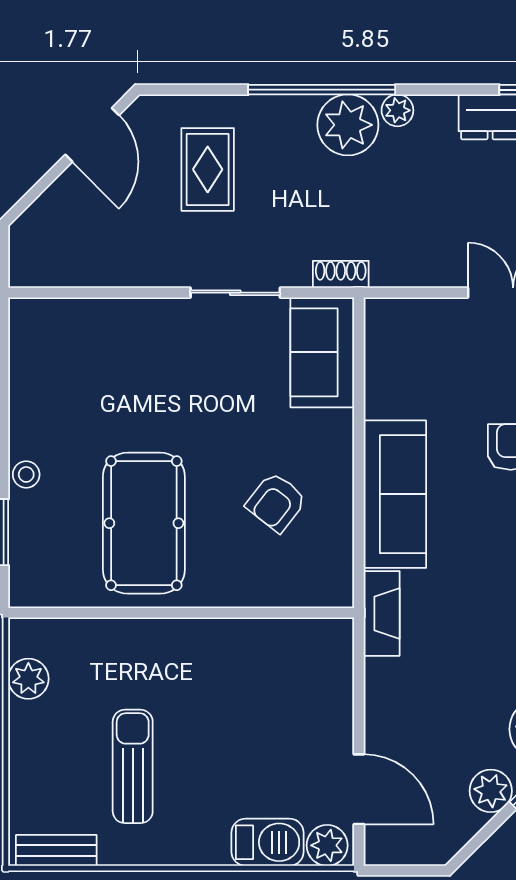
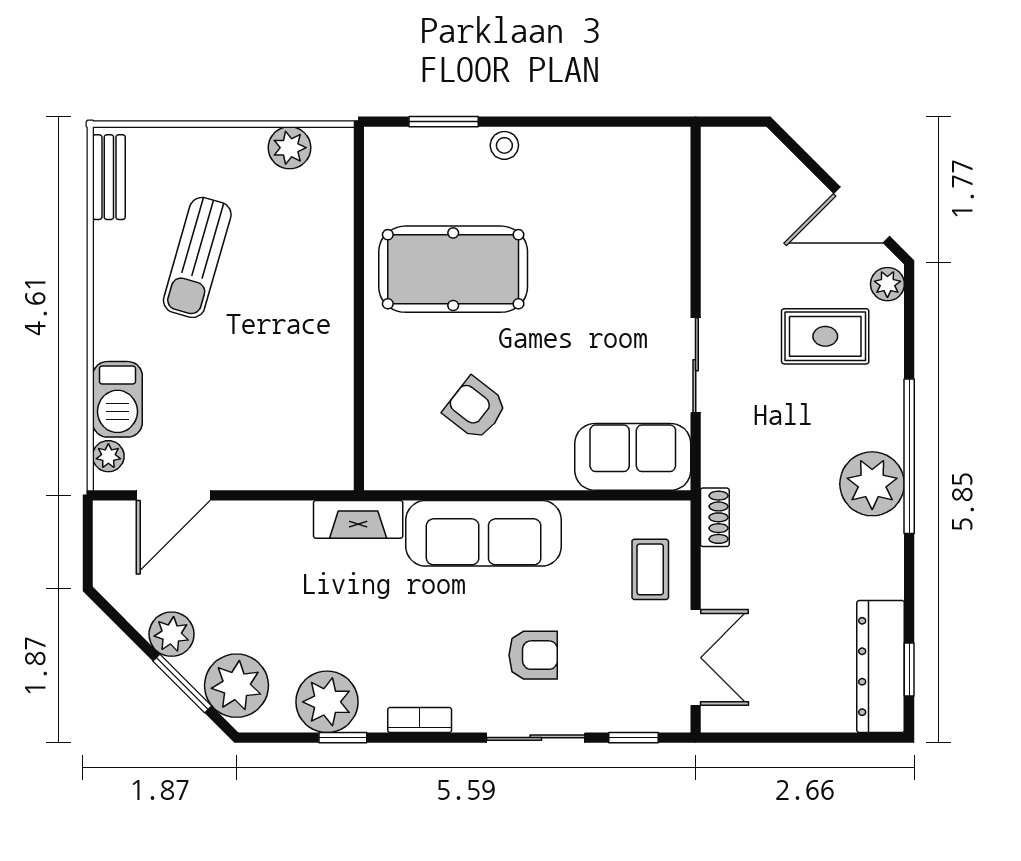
plant: (397, 110) -> (887, 284), moved
shoe rack: (341, 274) -> (715, 517), moved
coffee table: (429, 336) -> (650, 569), added
sun lounger: (133, 766) -> (197, 257), turned 106
plant: (327, 845) -> (108, 456), width x0.73, depth x0.73

